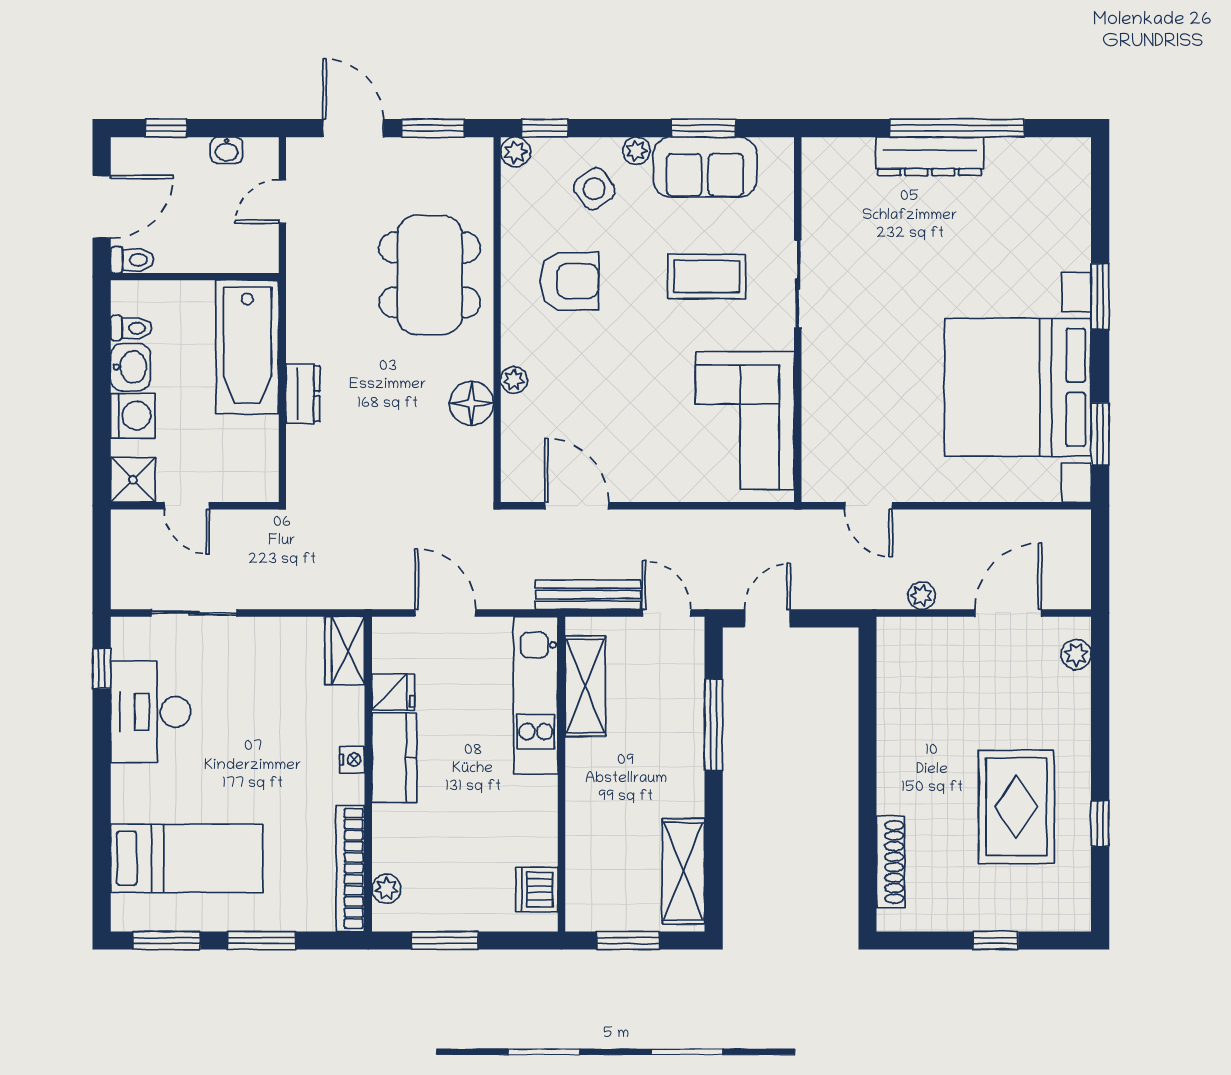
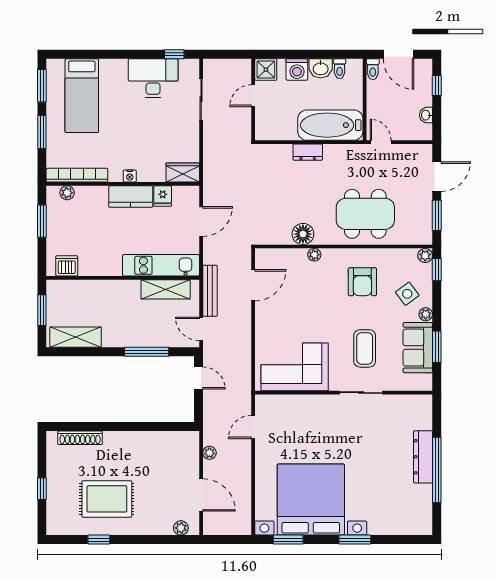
door: (282, 202) -> (381, 142), moved
door: (667, 613) -> (201, 329), swing flipped

